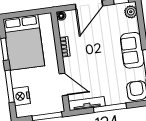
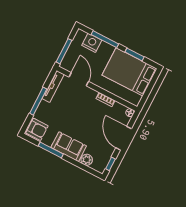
plant: (131, 12) -> (87, 160), moved
door: (63, 84) -> (79, 79), swing flipped

